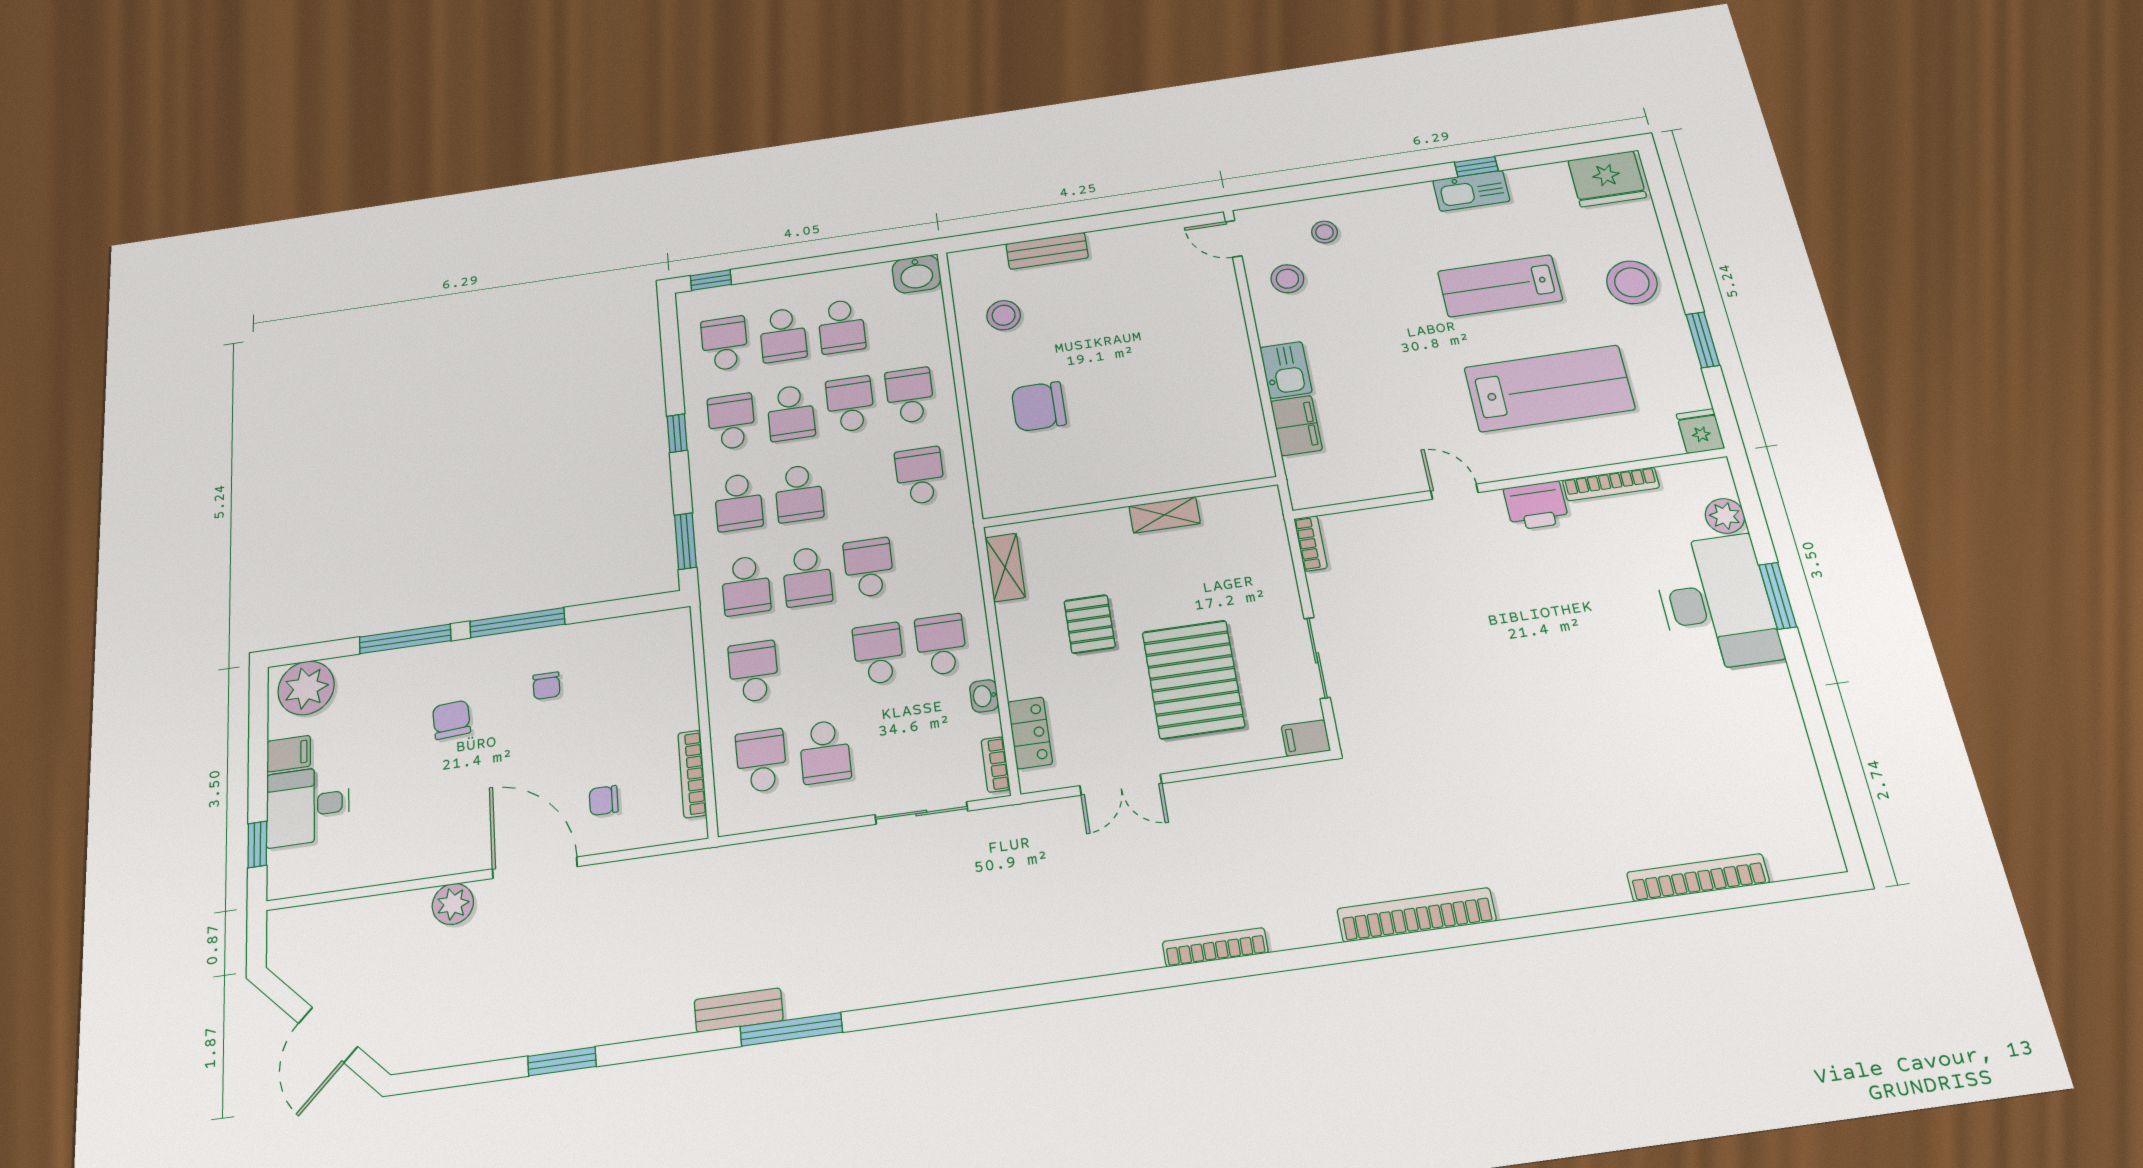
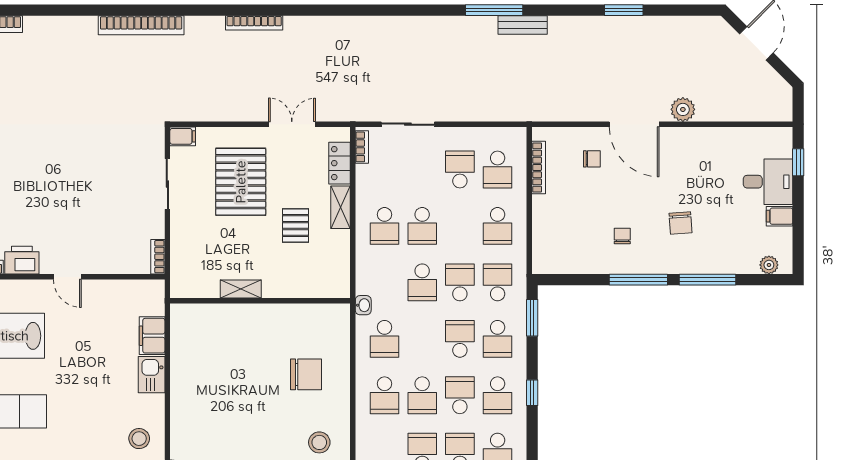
school desk: (738, 502) -> (498, 339), turned 180
shelving: (1005, 567) -> (340, 207), moved
plant: (306, 688) -> (769, 265), width x0.53, depth x0.53
washbasin: (984, 696) -> (363, 305), moved

